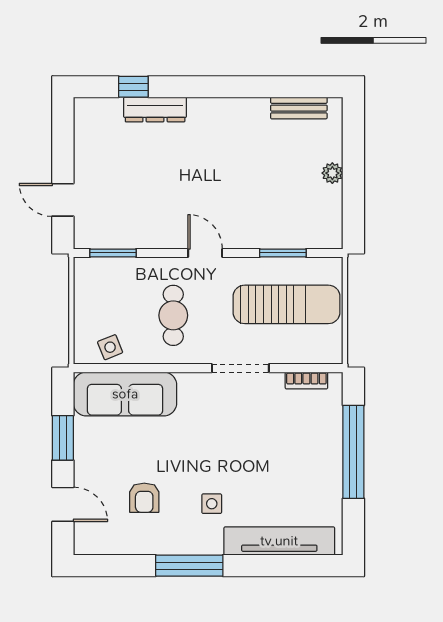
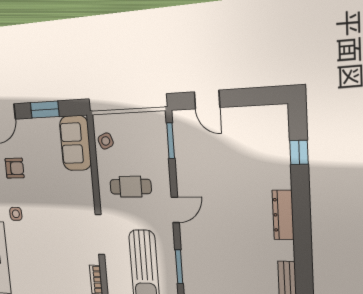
dresser: (155, 110) -> (283, 215), moved
door: (63, 200) -> (207, 100), swing flipped
sofa: (125, 394) -> (75, 143), width x0.73
armchair: (144, 498) -> (15, 168), turned 180

